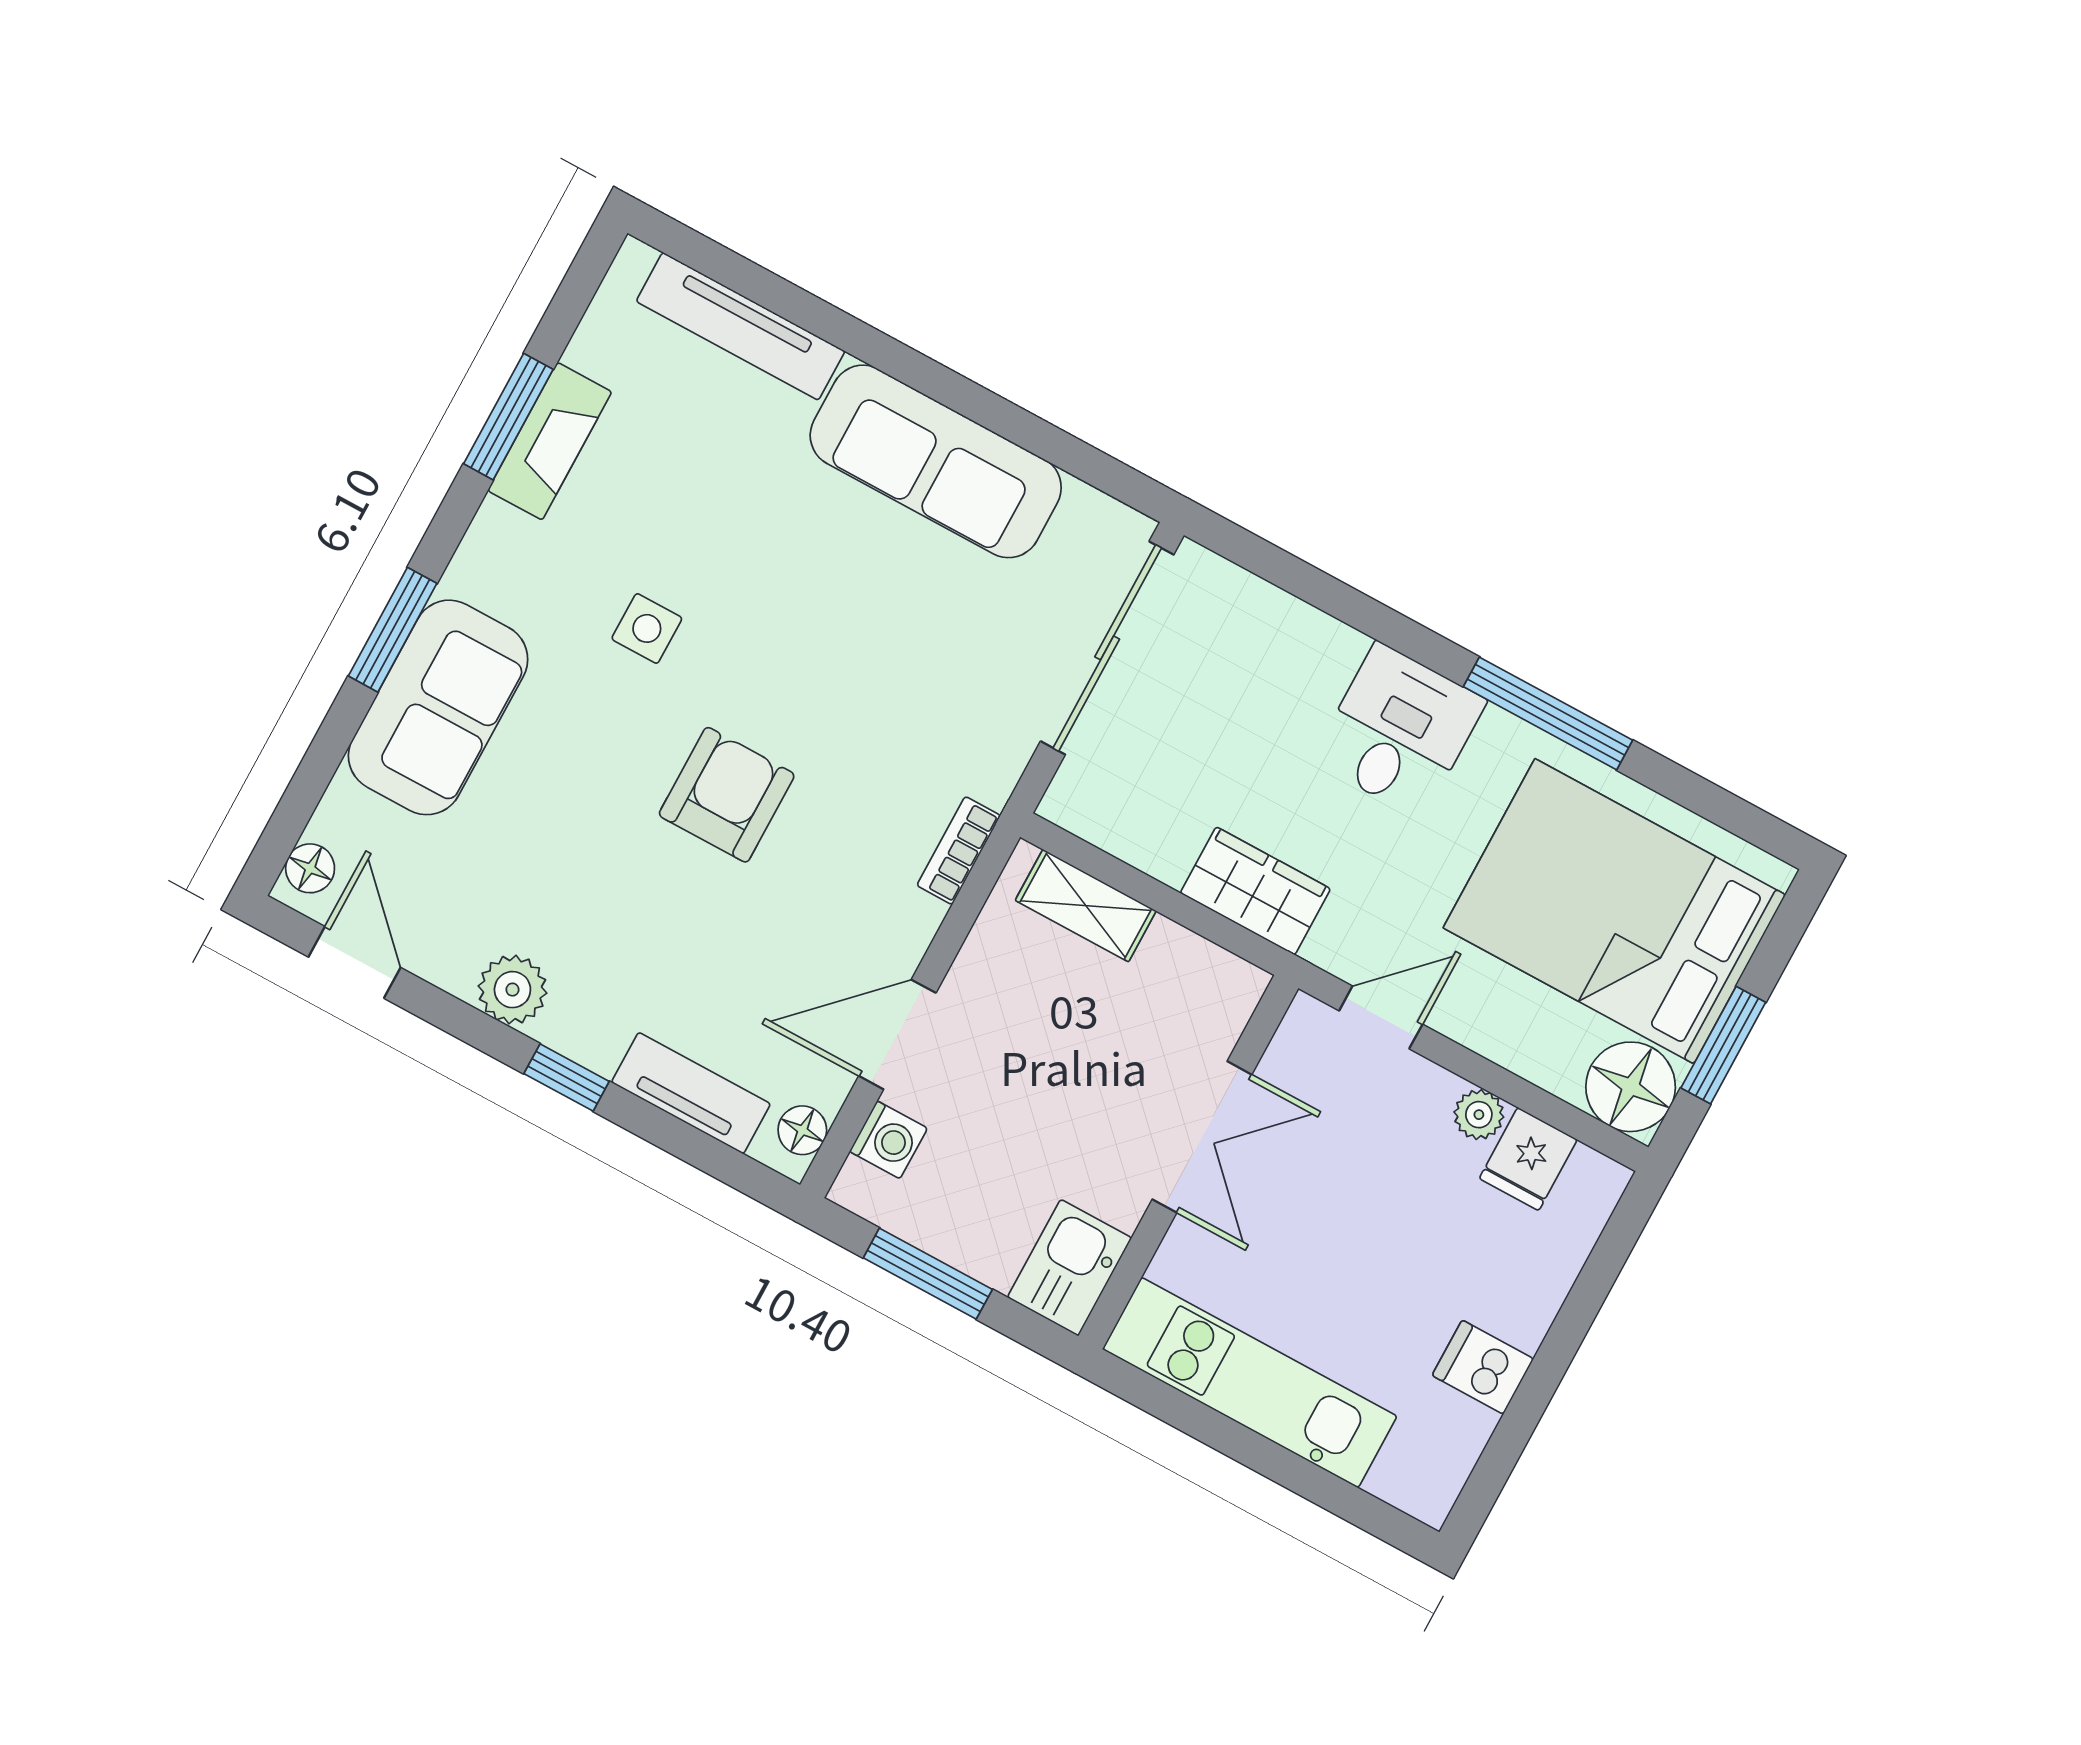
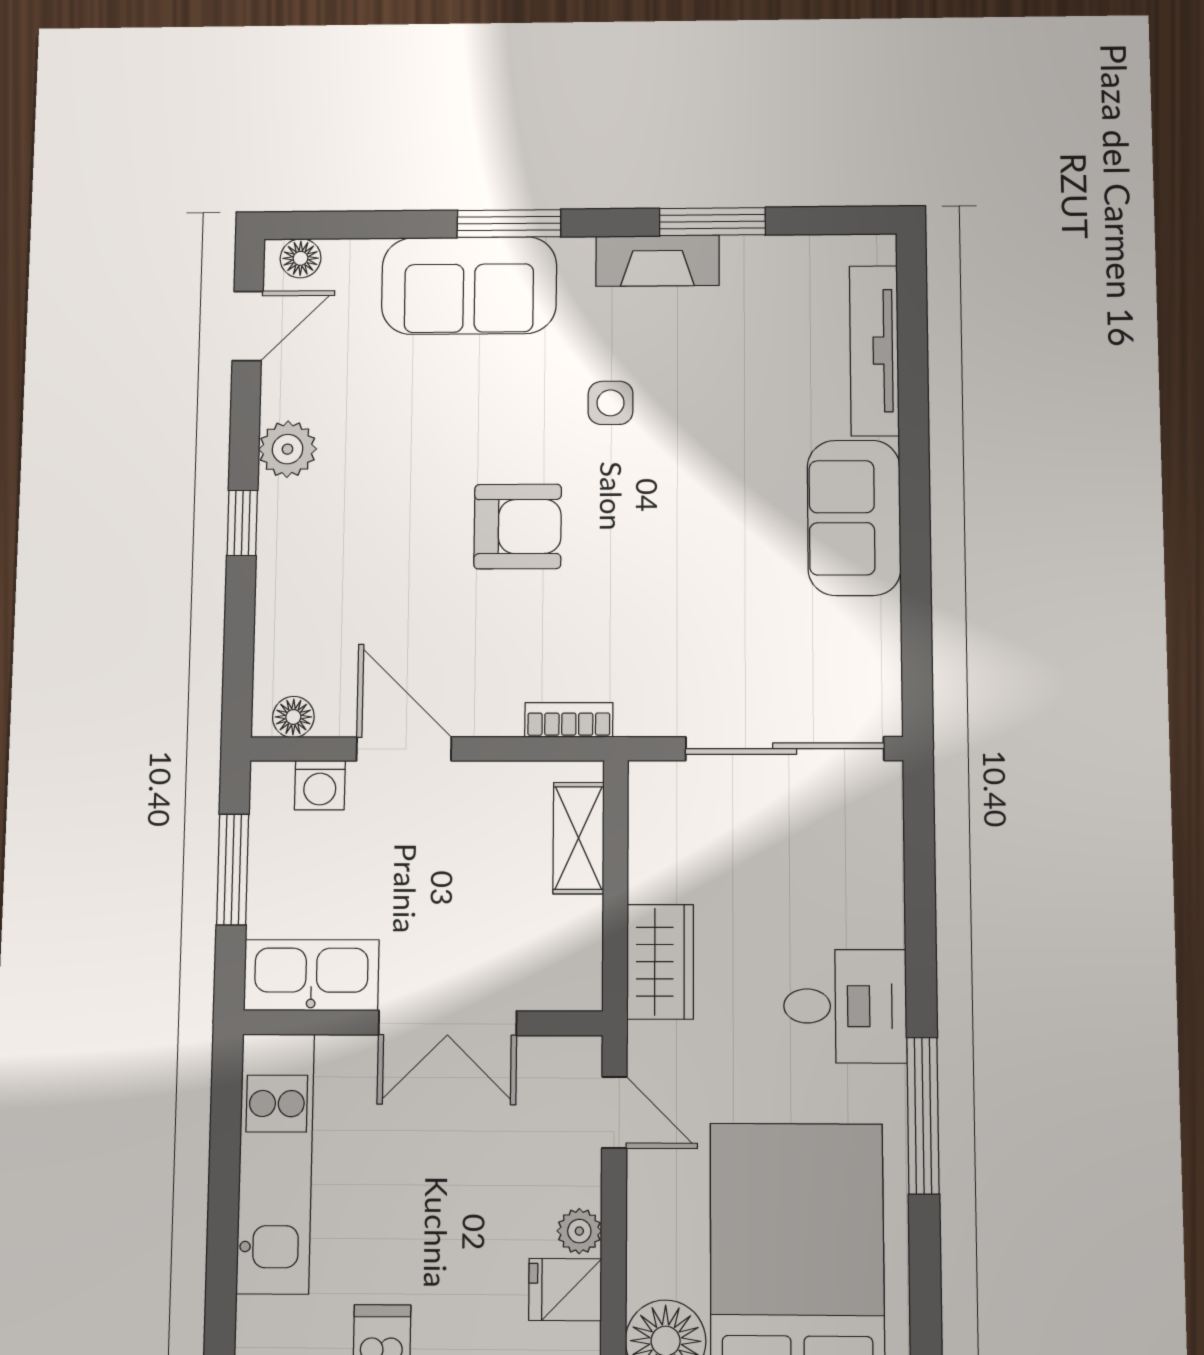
fireplace: (550, 441) -> (657, 261), moved
sofa: (936, 461) -> (854, 518), width x0.73
tv unit: (691, 1093) -> (278, 620), removed
kitchen sink: (1069, 1268) -> (311, 975), width x1.38

